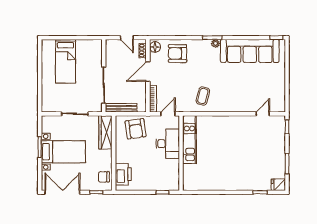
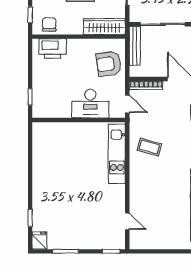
kitchen unit: (189, 140) -> (117, 154), moved, turned 90

